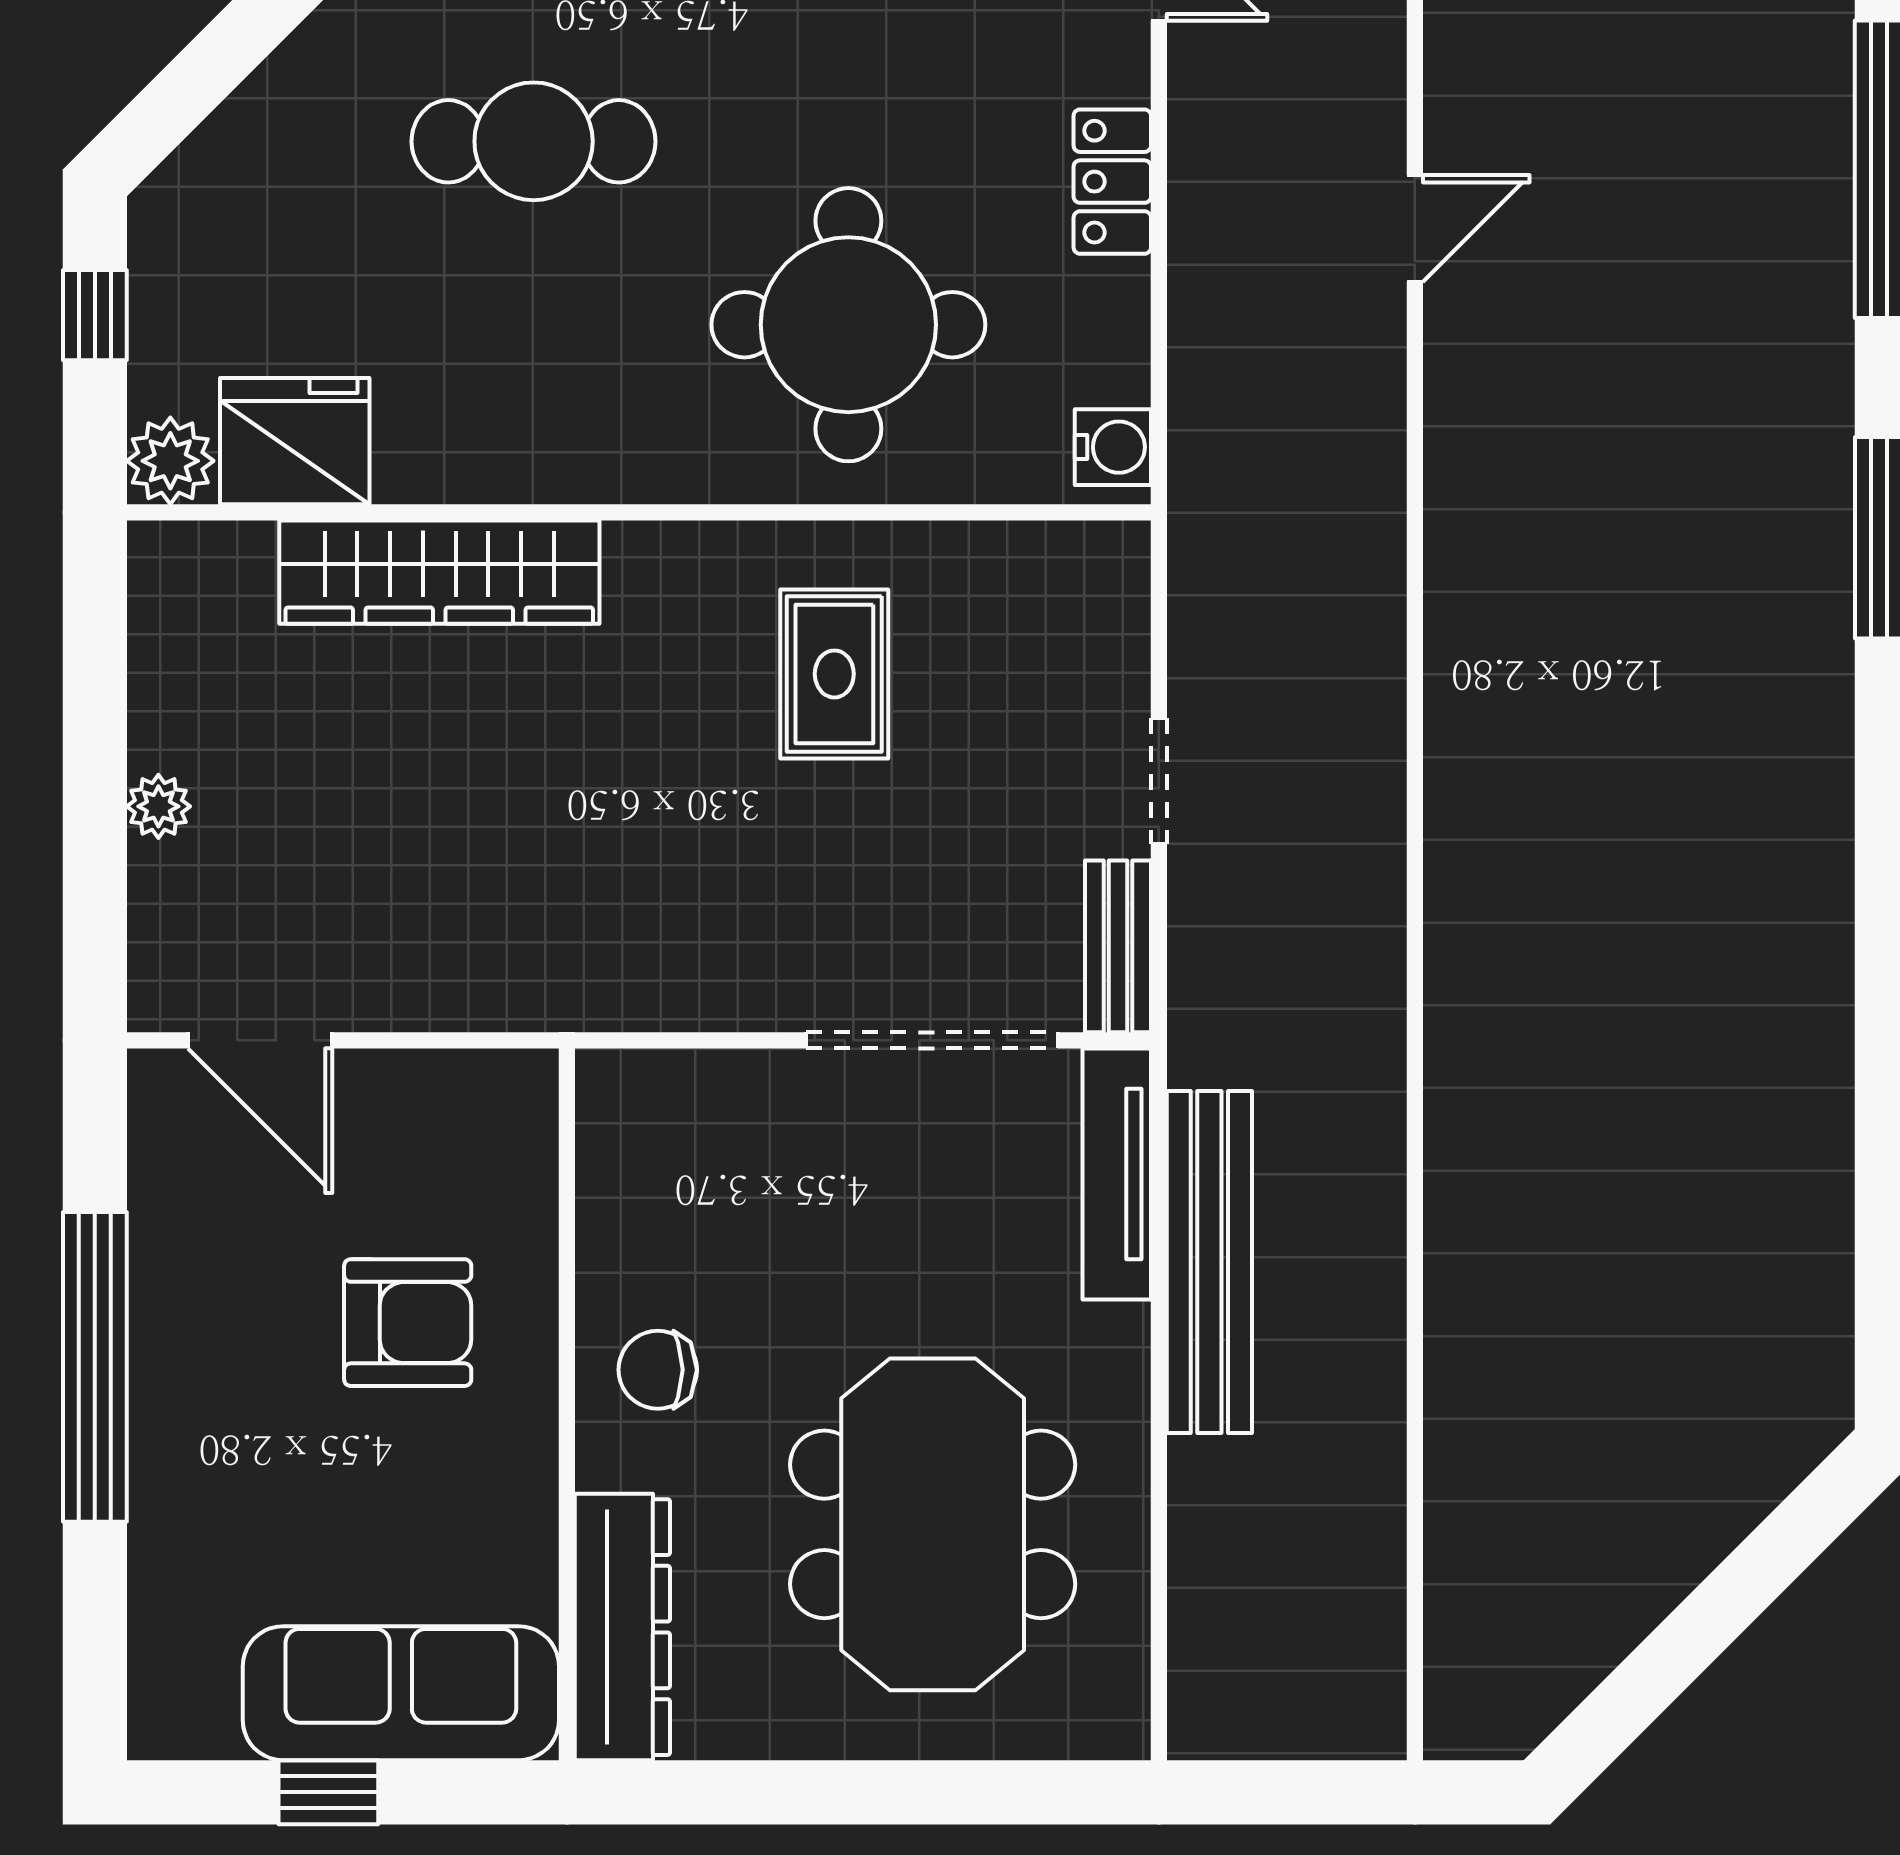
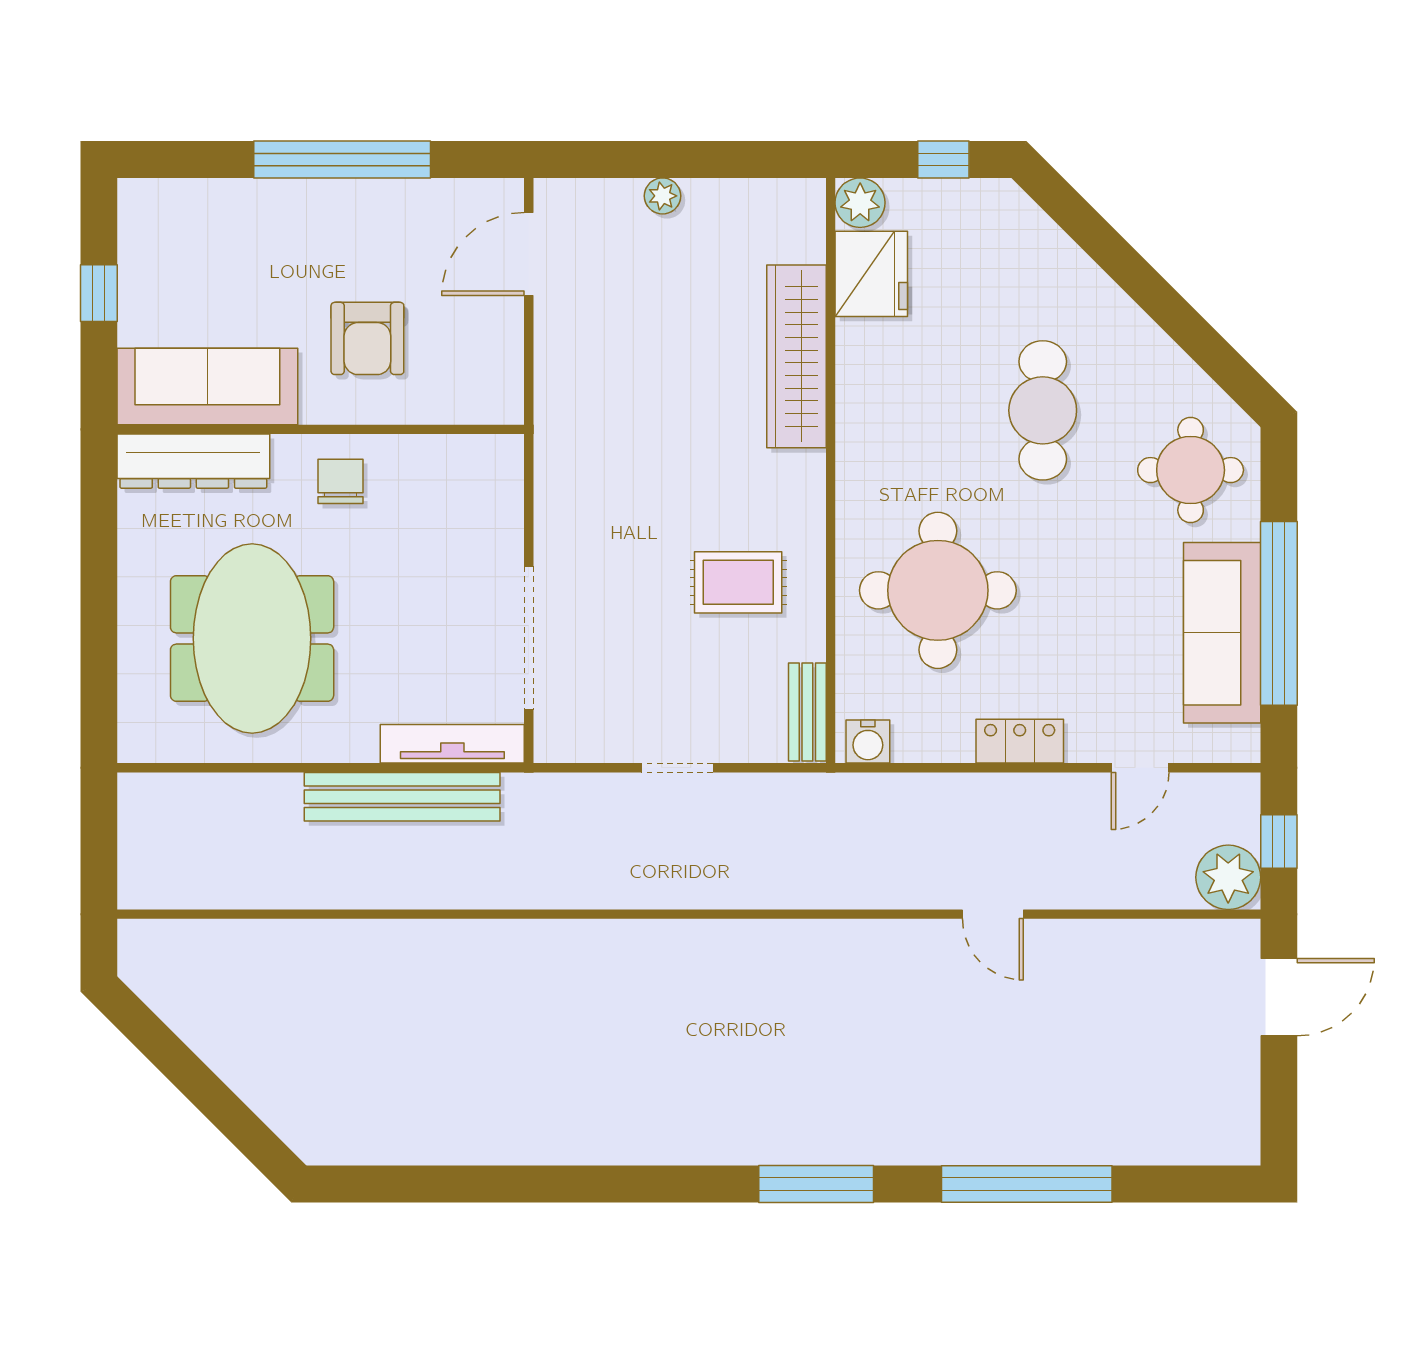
bench: (1118, 946) -> (807, 712), moved, turned 90
meeting table: (933, 1524) -> (252, 638), turned 90
sofa: (401, 1693) -> (207, 386), moved, turned -90

